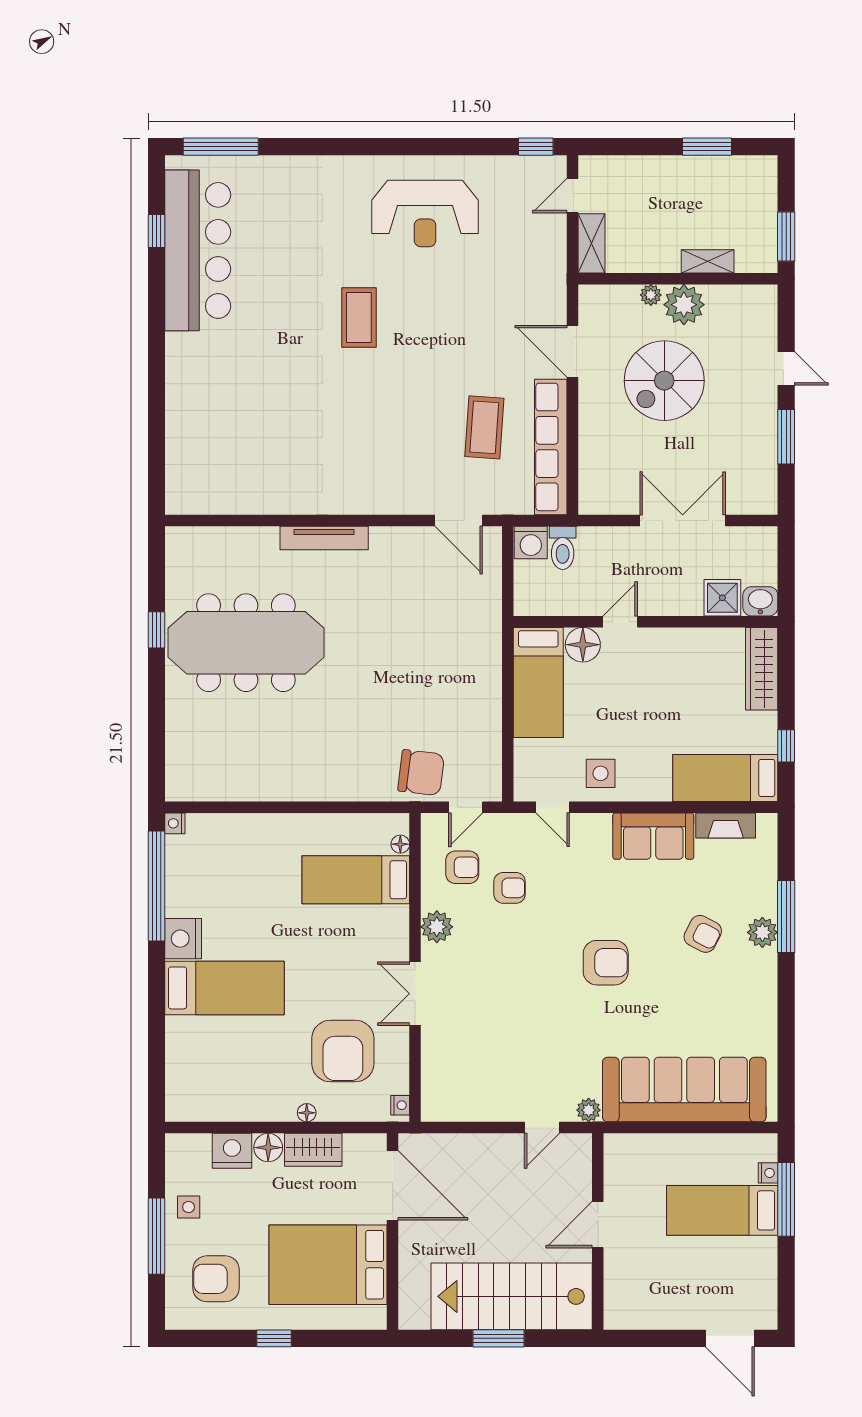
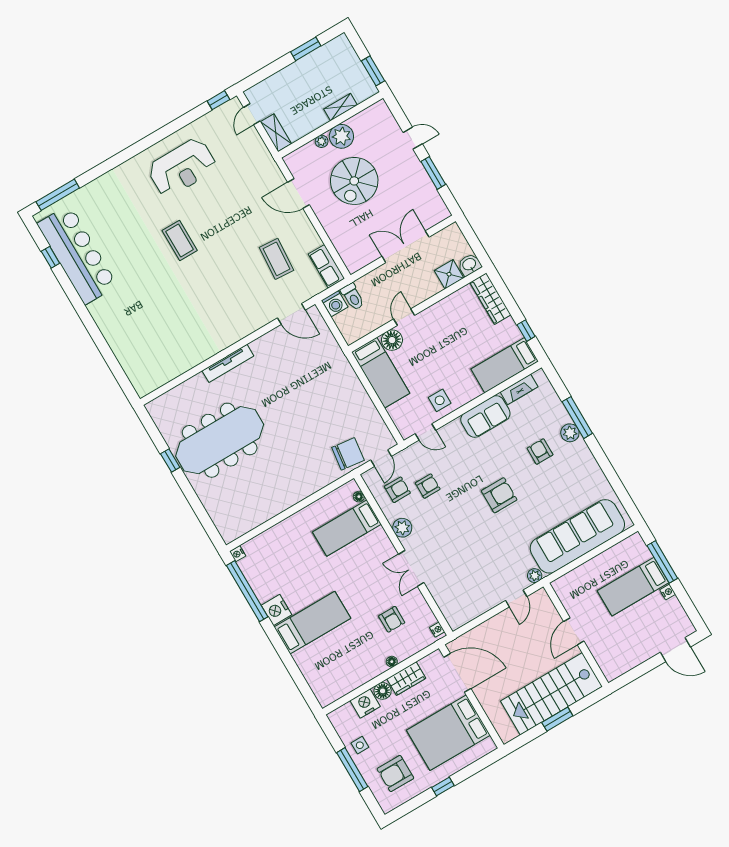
row of seats: (551, 447) -> (327, 266), width x0.50
armchair: (703, 934) -> (540, 451), turned -117
armchair: (343, 1051) -> (392, 619), width x0.53, depth x0.53
nightstand: (768, 1173) -> (668, 592), moved

